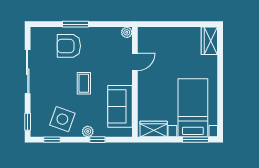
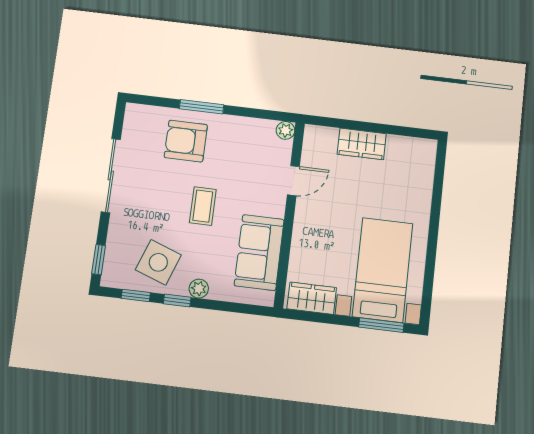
wardrobe: (209, 41) -> (362, 144), moved, turned -90
window: (97, 140) -> (177, 300), moved

